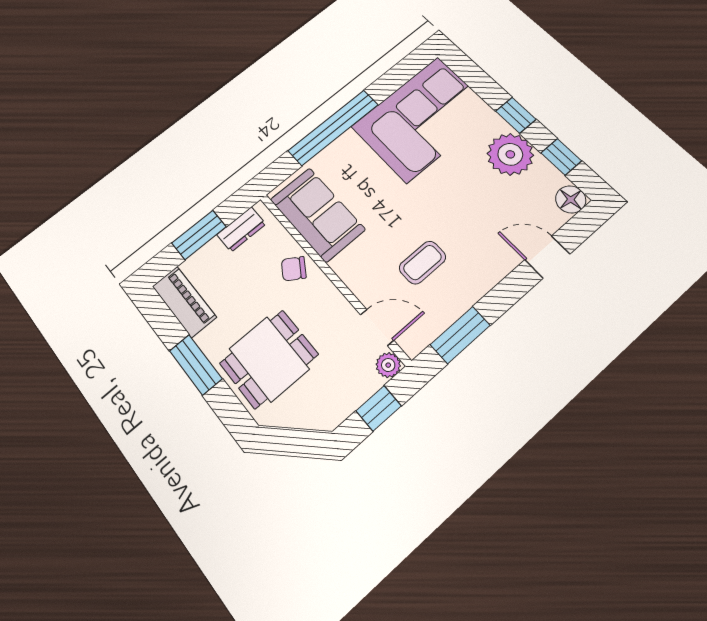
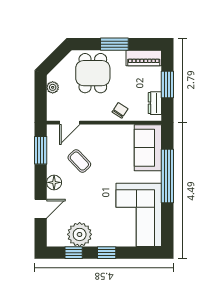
plant: (510, 154) -> (80, 234), moved
floor lamp: (571, 199) -> (54, 182), moved
sofa: (317, 214) -> (148, 148), moved, turned 90
coffee table: (422, 262) -> (79, 161), turned -44
plant: (388, 365) -> (53, 87), moved
window: (379, 408) -> (41, 98), removed

